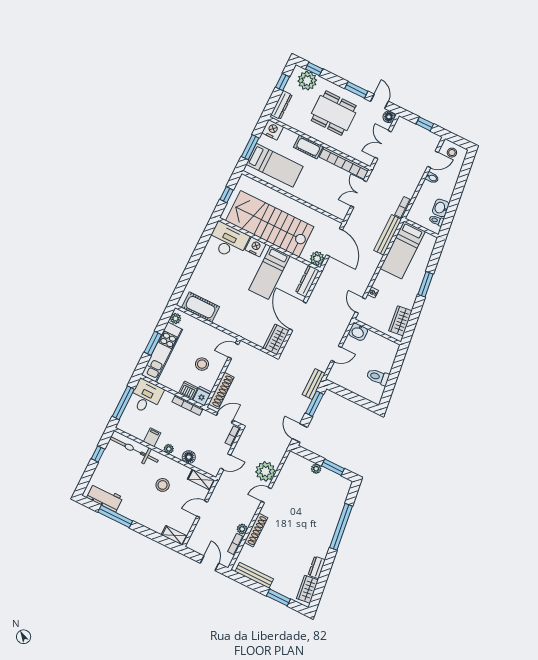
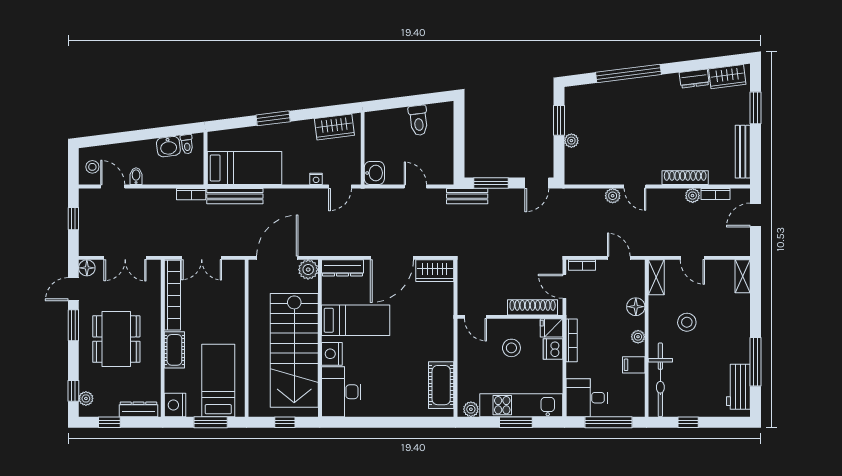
plant: (307, 81) -> (86, 398), width x0.53, depth x0.53
plant: (265, 471) -> (613, 196), width x0.53, depth x0.53

